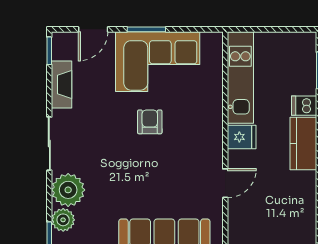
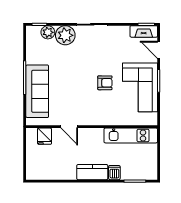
fireplace: (62, 85) -> (144, 31), moved
fridge: (242, 137) -> (45, 136), moved

